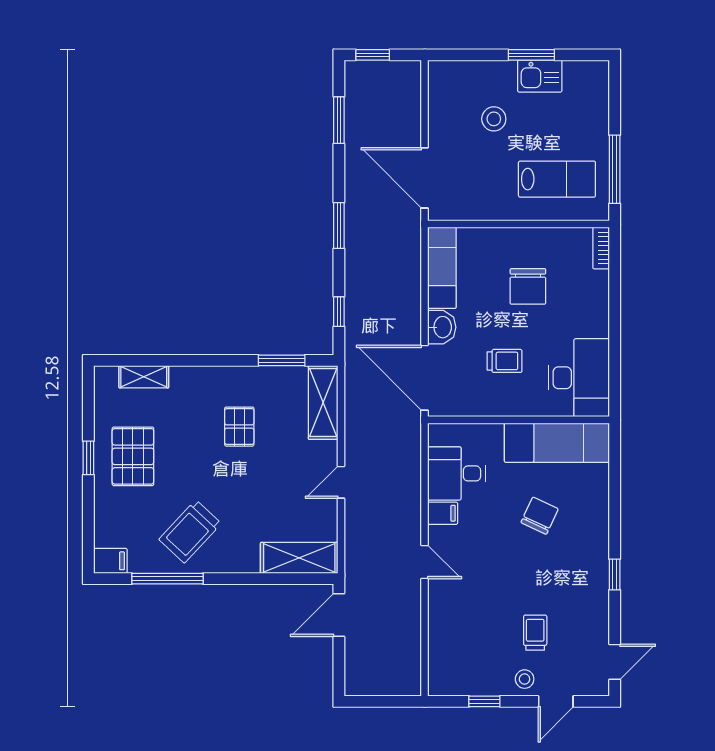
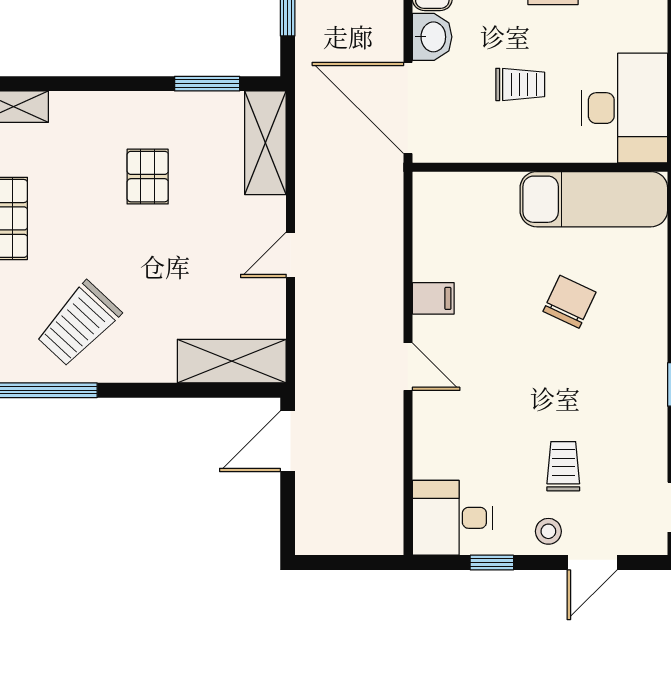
desk: (456, 473) -> (453, 518), moved

